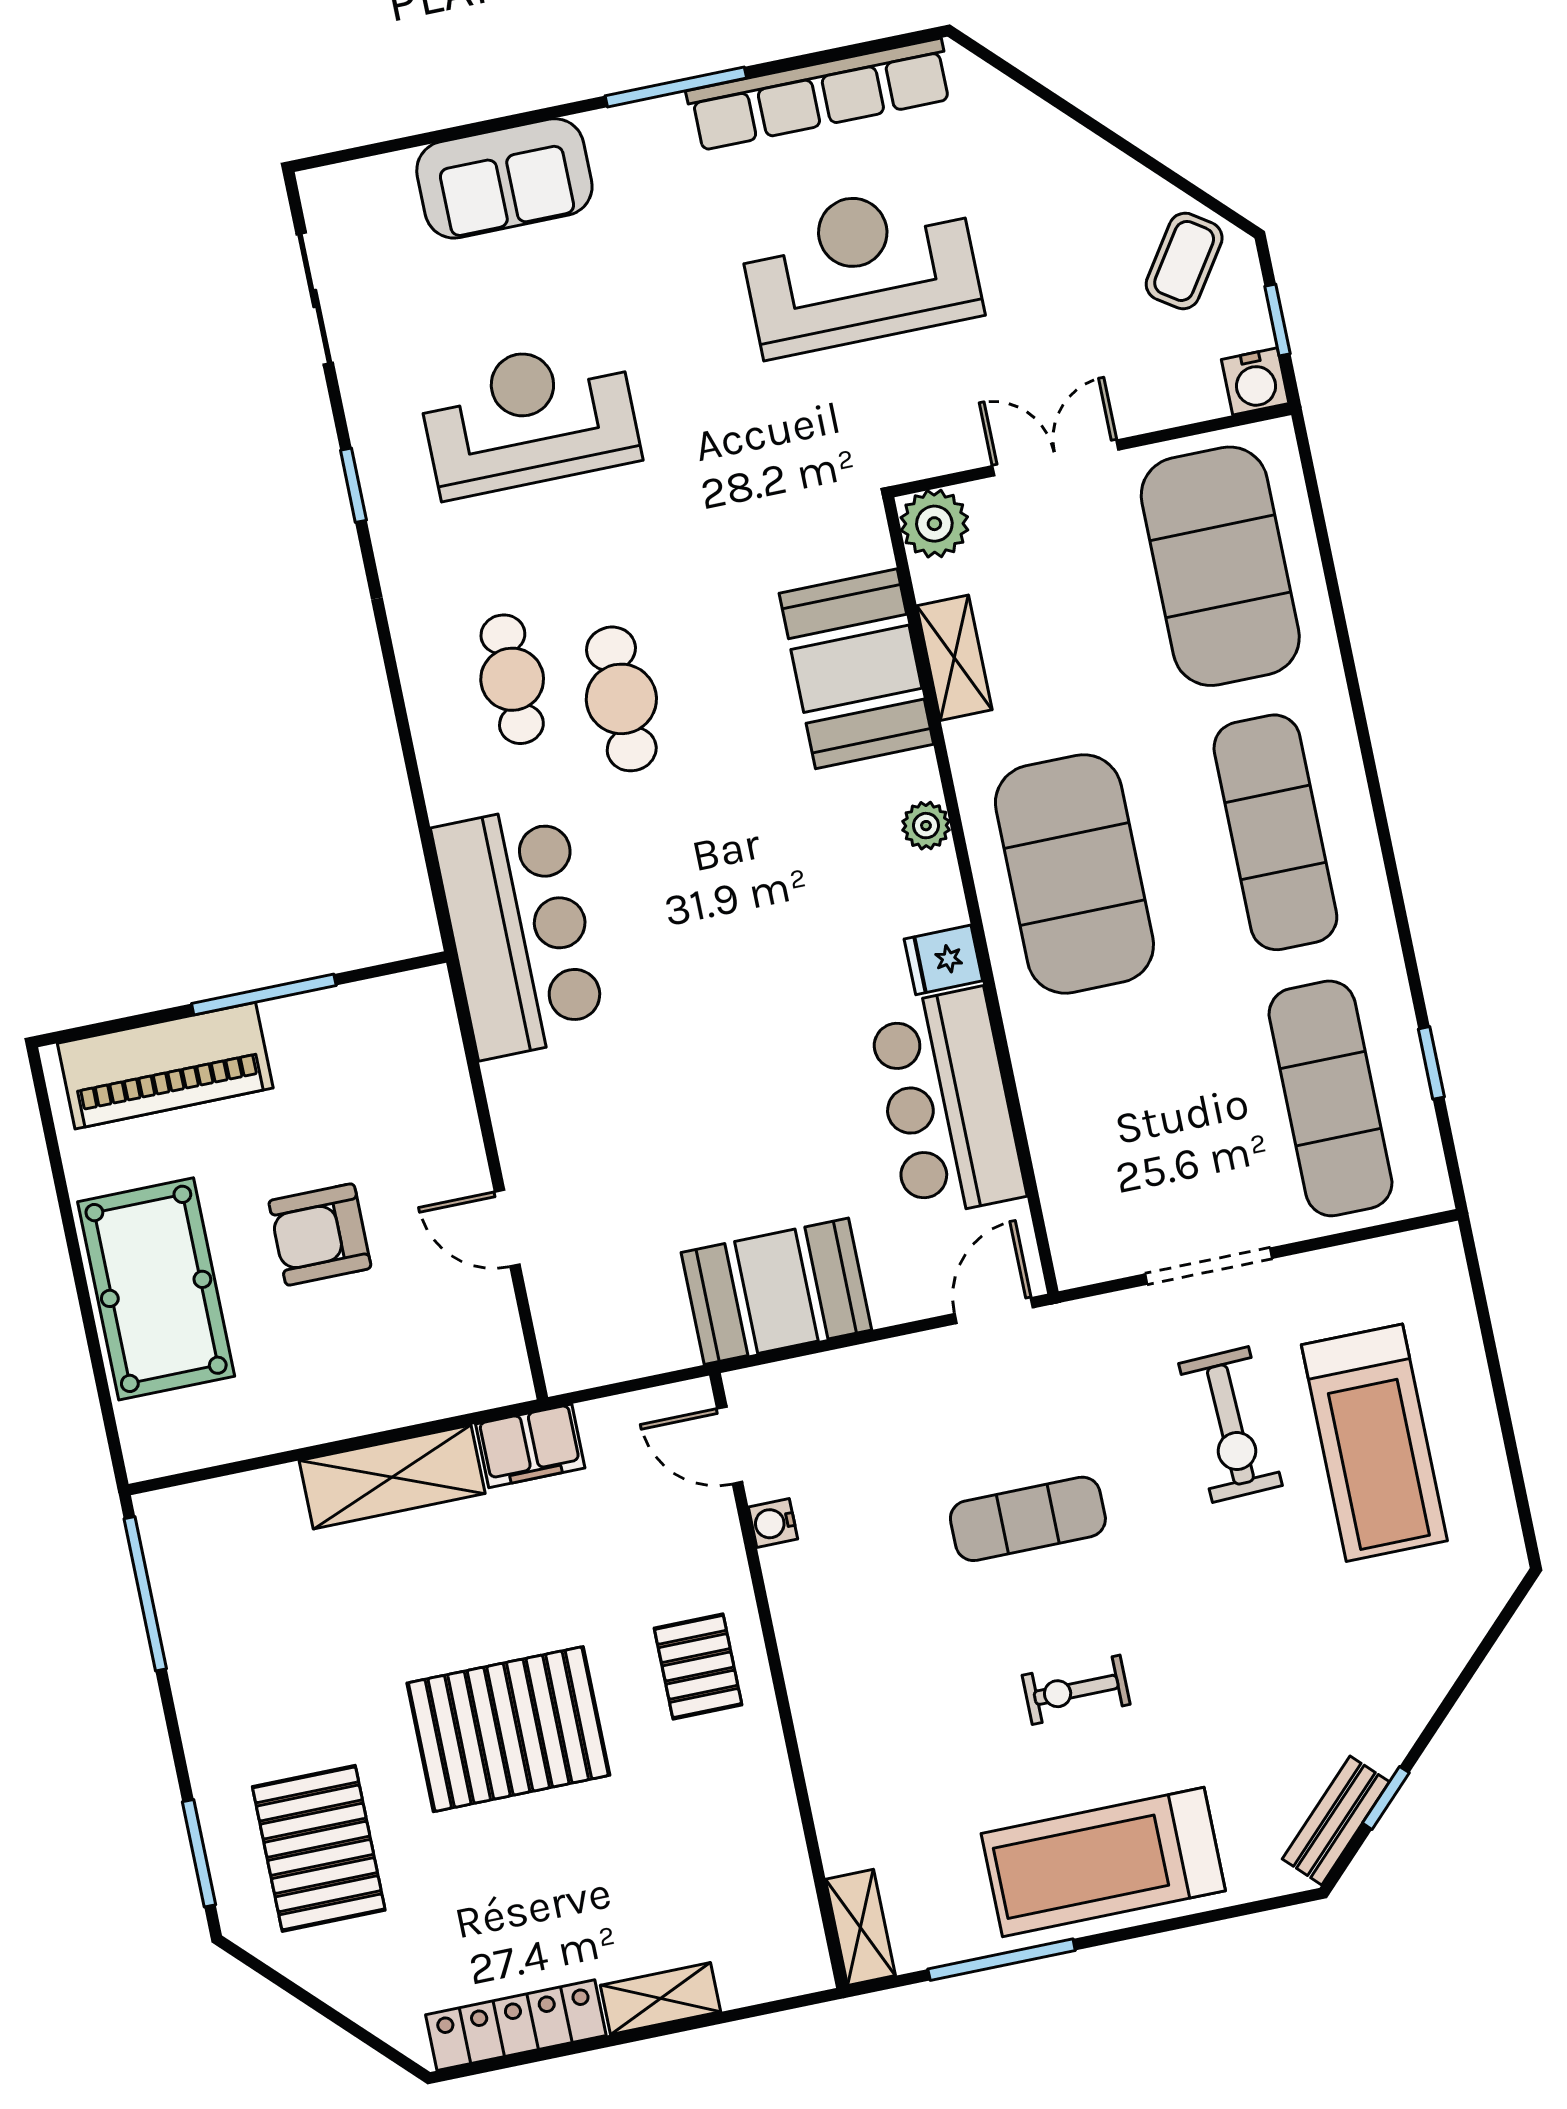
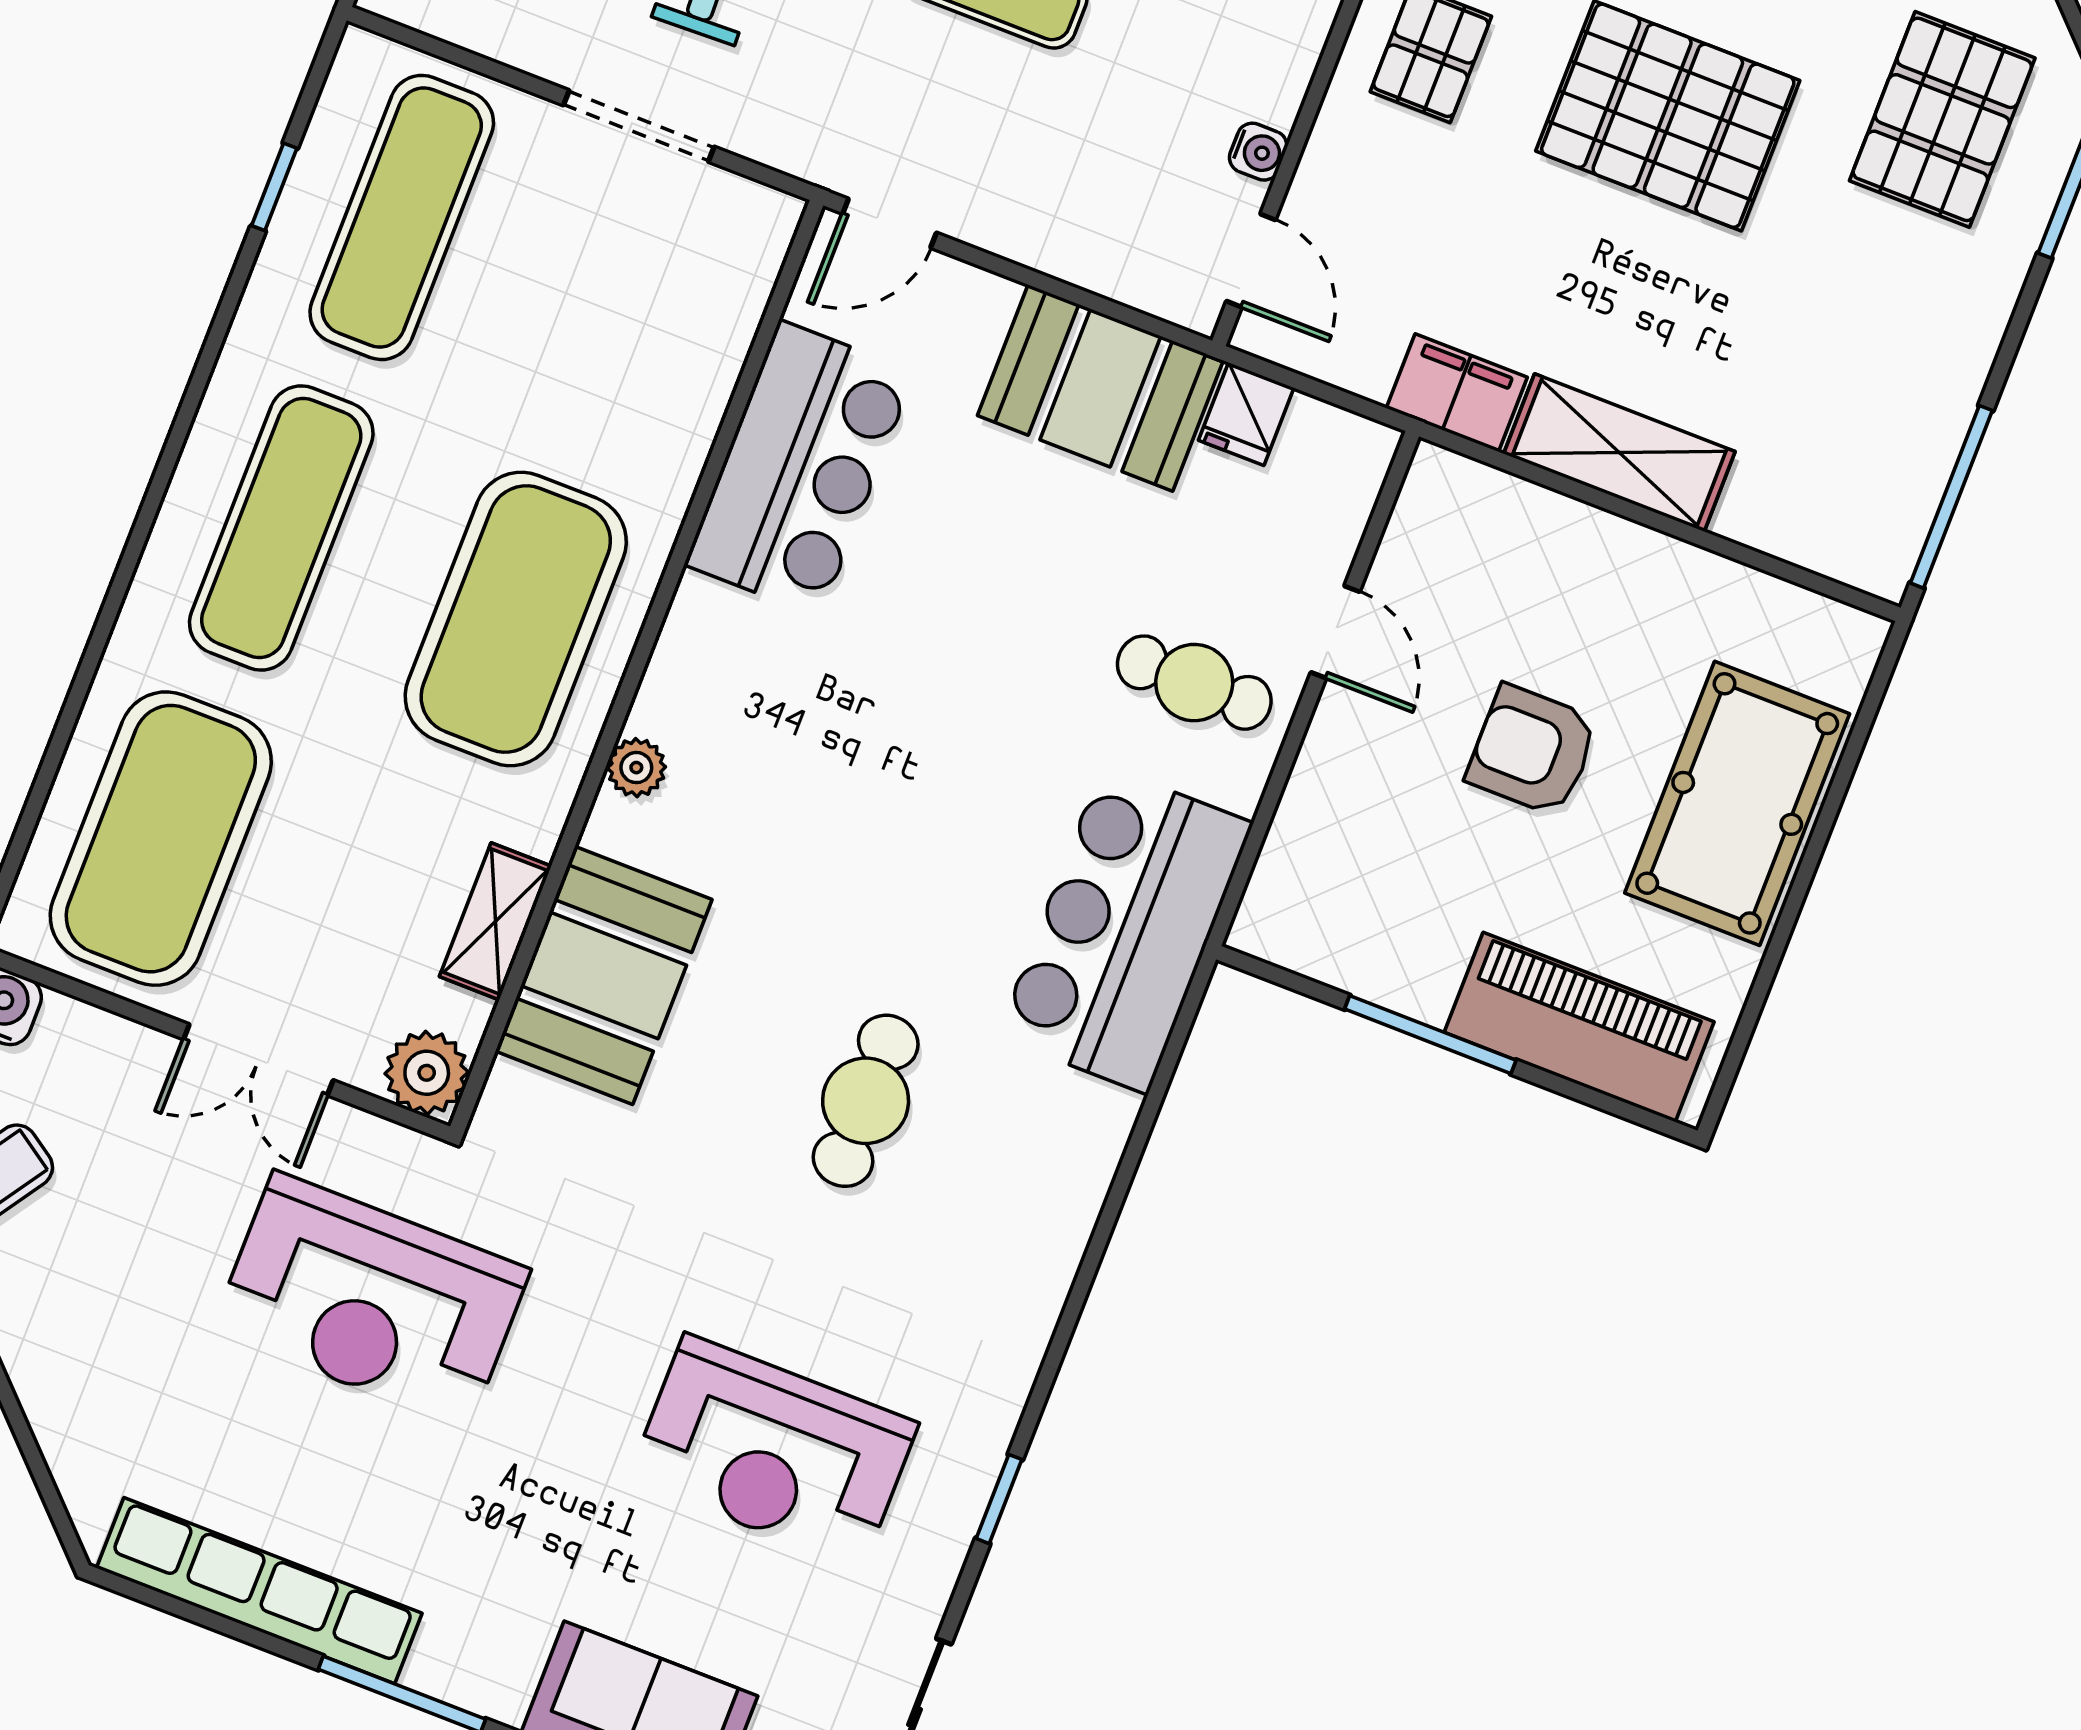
reception desk: (860, 269) -> (371, 1300), moved
cafe table: (512, 679) -> (1194, 683), moved, turned 90
fridge: (943, 960) -> (1246, 414), moved, turned 90
armchair: (320, 1235) -> (1532, 750), turned 180

